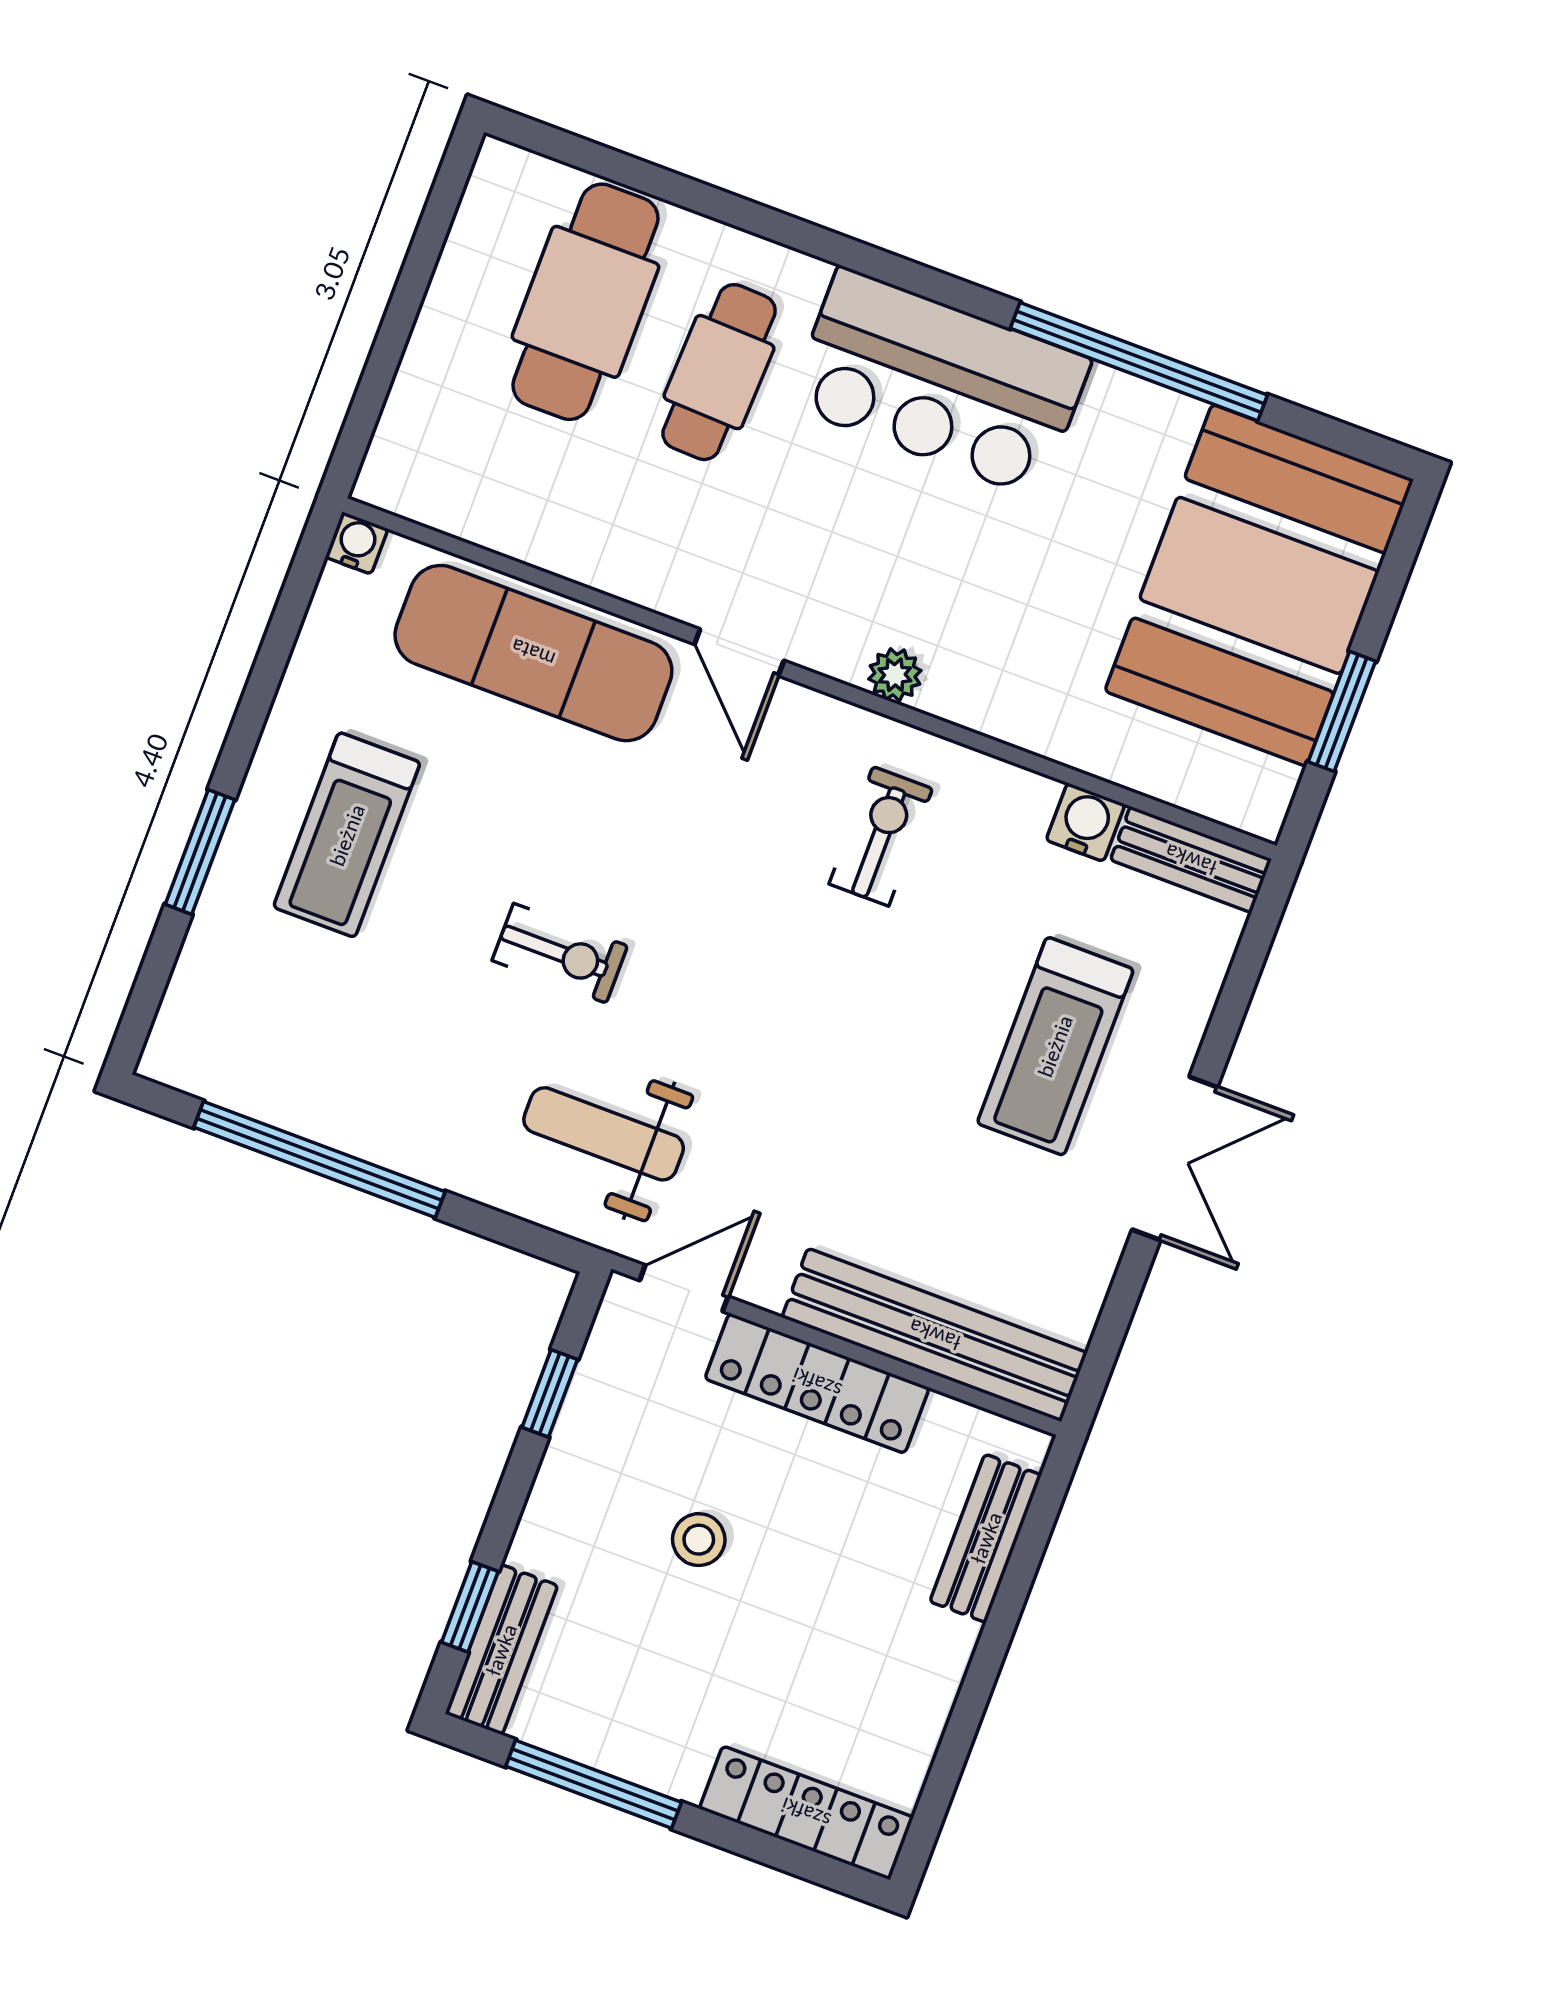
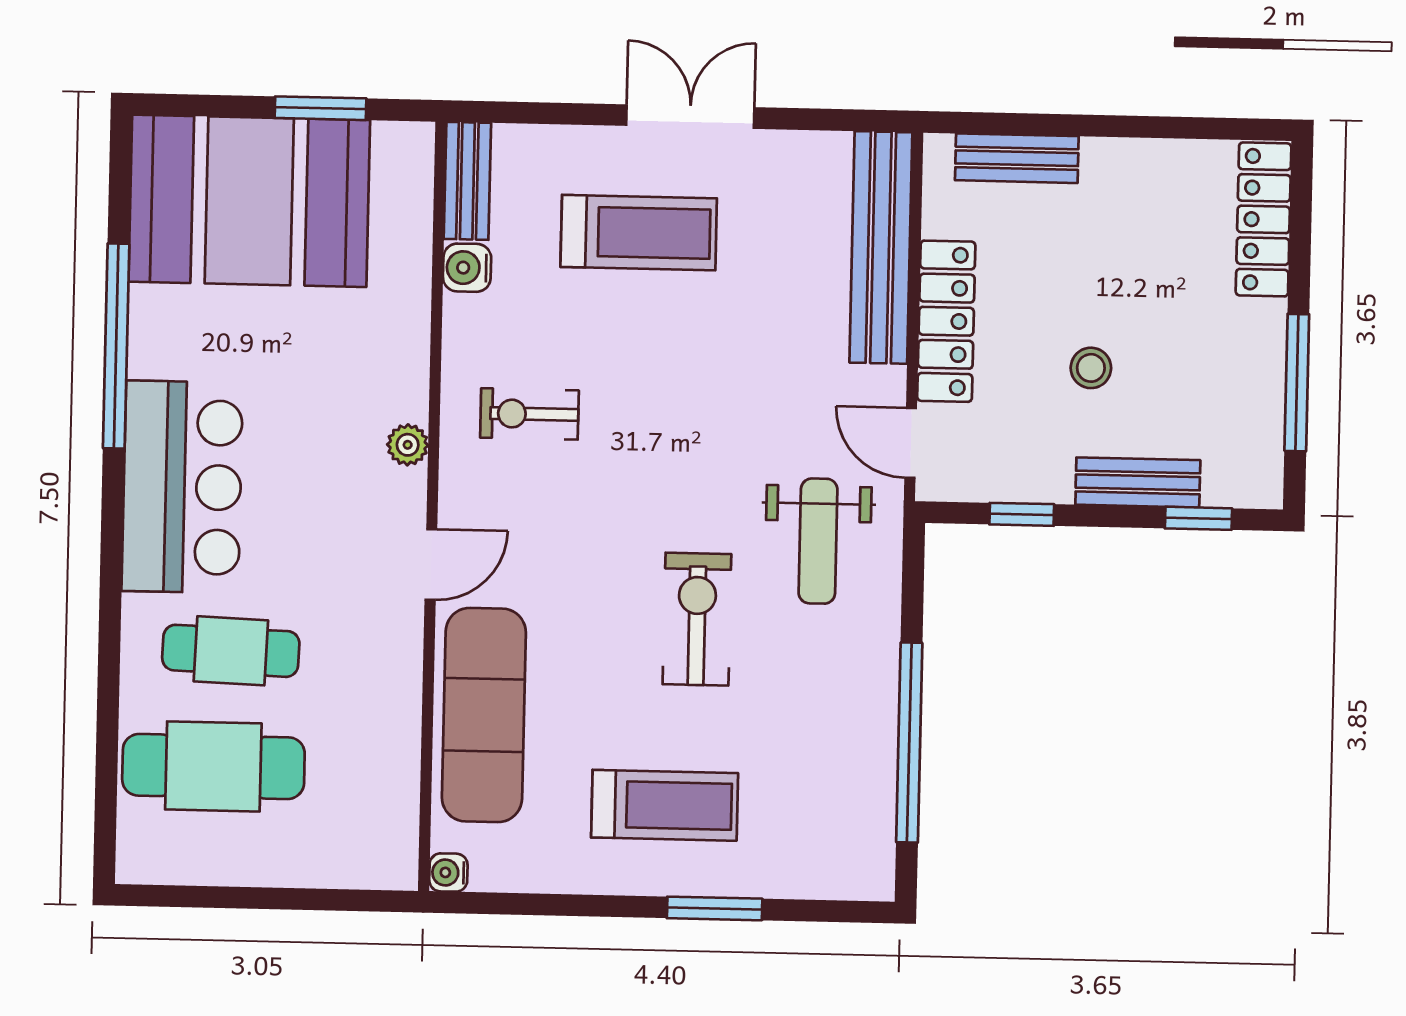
exercise bike: (560, 953) -> (697, 619), width x1.38, depth x1.39
bench: (501, 1650) -> (1138, 482), moved

